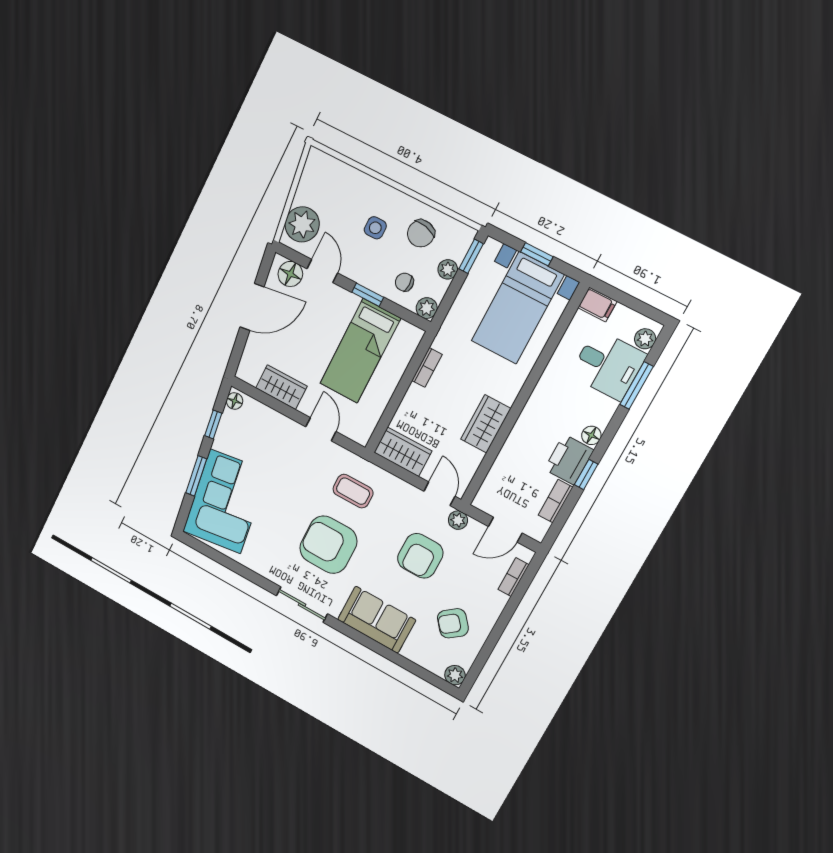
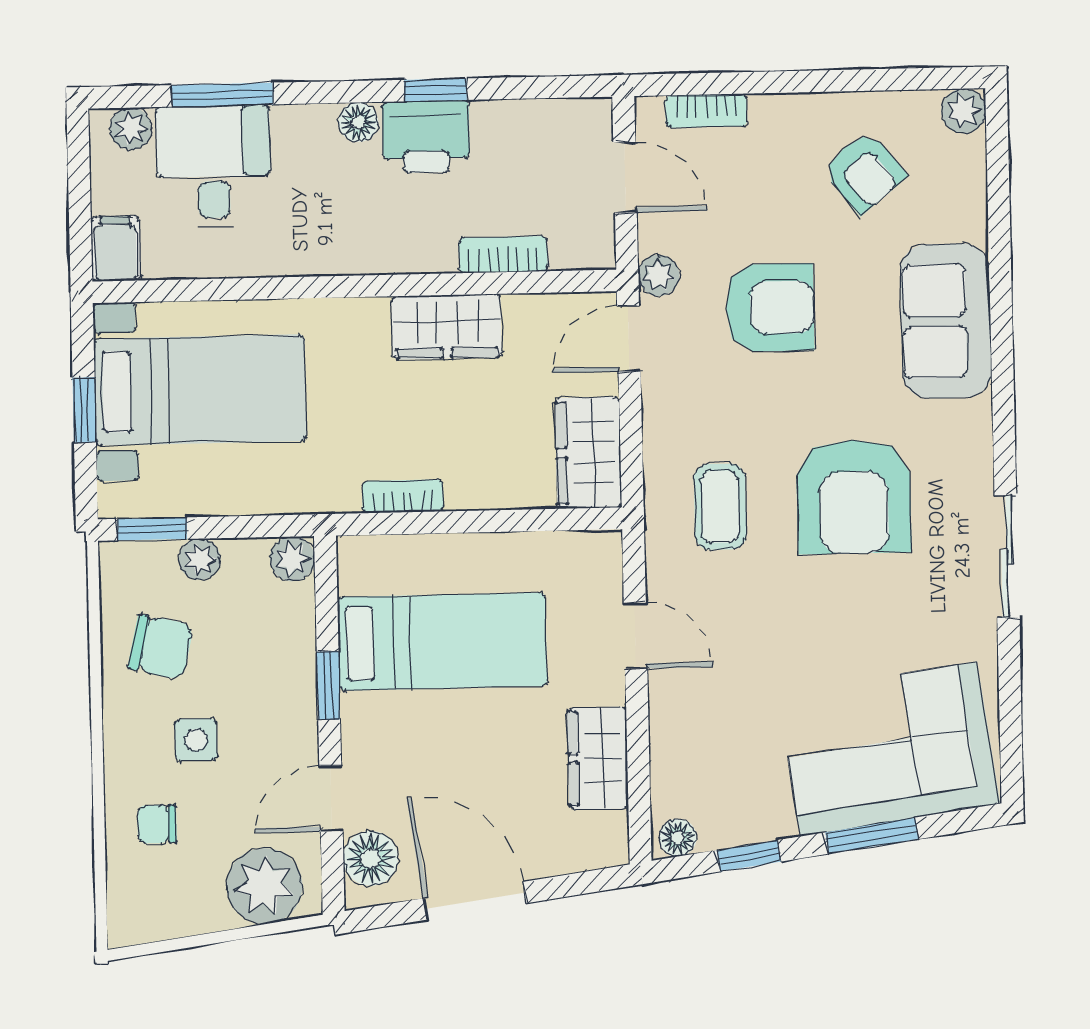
chair: (404, 282) -> (157, 824), moved, turned 90
door: (321, 429) -> (635, 636), swing flipped
bookcase: (555, 501) -> (503, 255), moved, turned 180
sliding door: (302, 605) -> (1007, 556), moved

